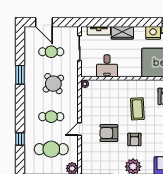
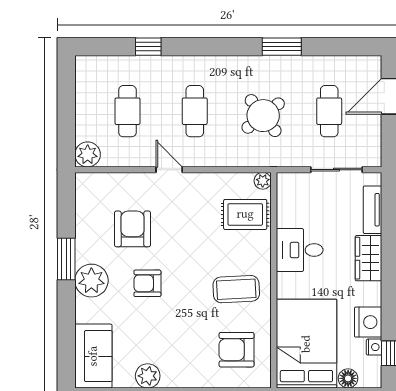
desk: (107, 66) -> (300, 250), moved
rug: (101, 92) -> (245, 214), added
coffee table: (137, 109) -> (236, 289), moved
armchair: (109, 133) -> (133, 229), moved
cafe table: (51, 149) -> (127, 111), width x0.73, depth x0.74

